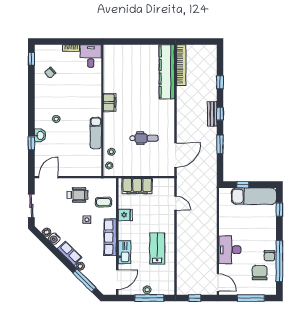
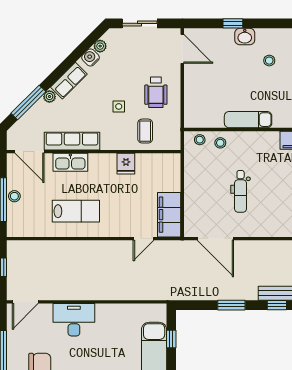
filing cabinet: (137, 186) -> (169, 215), moved
row of seats: (110, 237) -> (72, 141), moved

